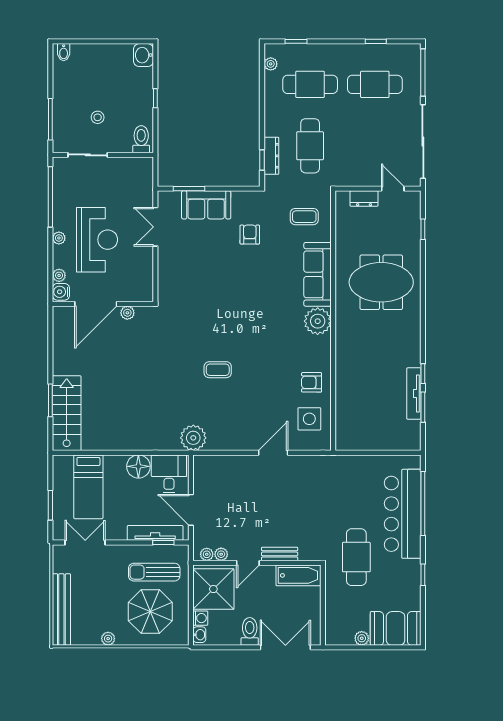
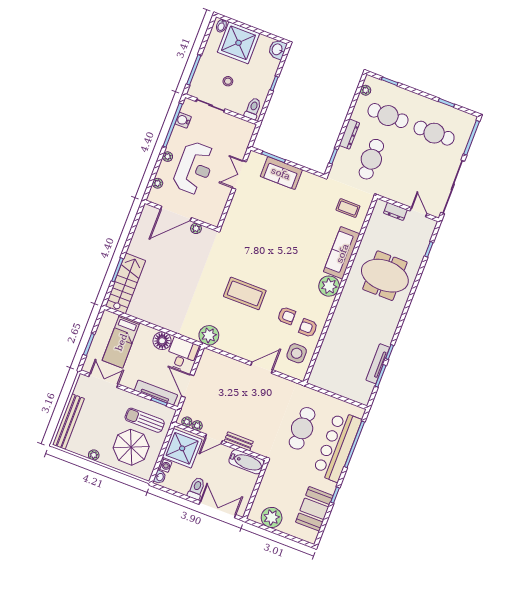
shower: (93, 65) -> (238, 43), added
dresser: (271, 156) -> (349, 134), moved
armchair: (250, 235) -> (287, 316), moved, turned 90
water cooler: (61, 292) -> (183, 120), moved
coffee table: (218, 370) -> (245, 293), width x1.86, depth x1.72
cafe table: (356, 557) -> (302, 428), moved
booth: (396, 628) -> (314, 509), moved, turned 90
plant: (362, 638) -> (272, 517), width x1.88, depth x1.88

